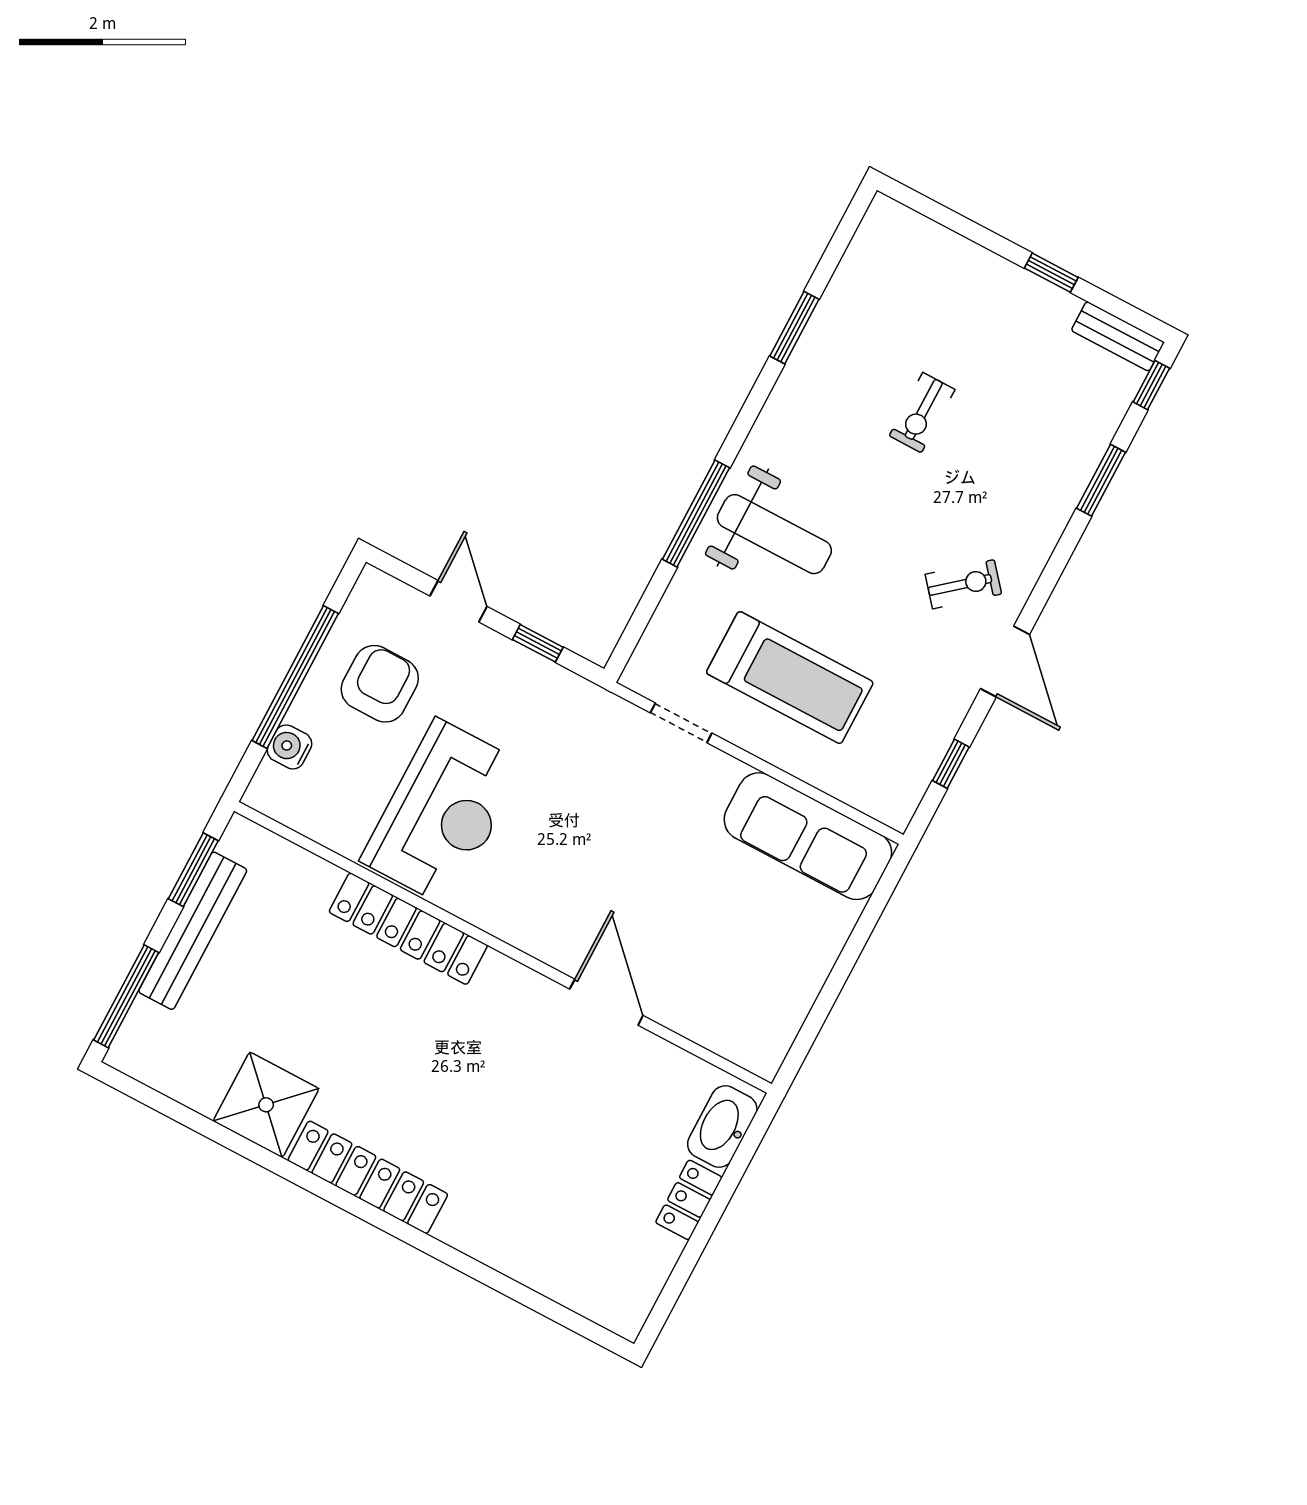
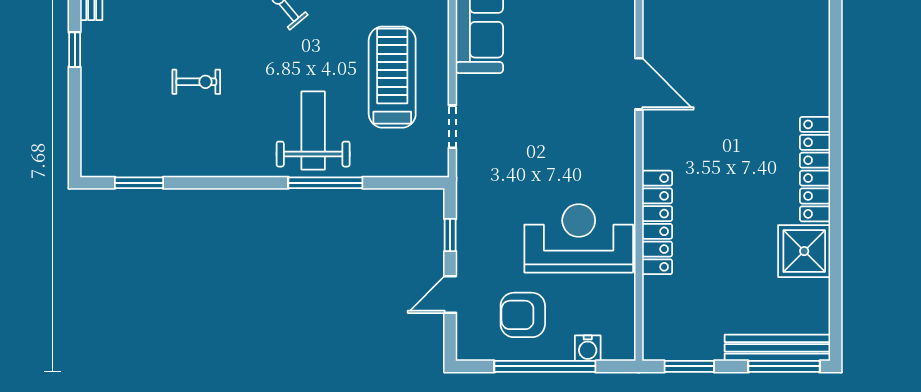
window: (794, 328) -> (139, 183), moved
bench: (193, 931) -> (777, 348), moved
door: (606, 1002) -> (639, 84), swing flipped

